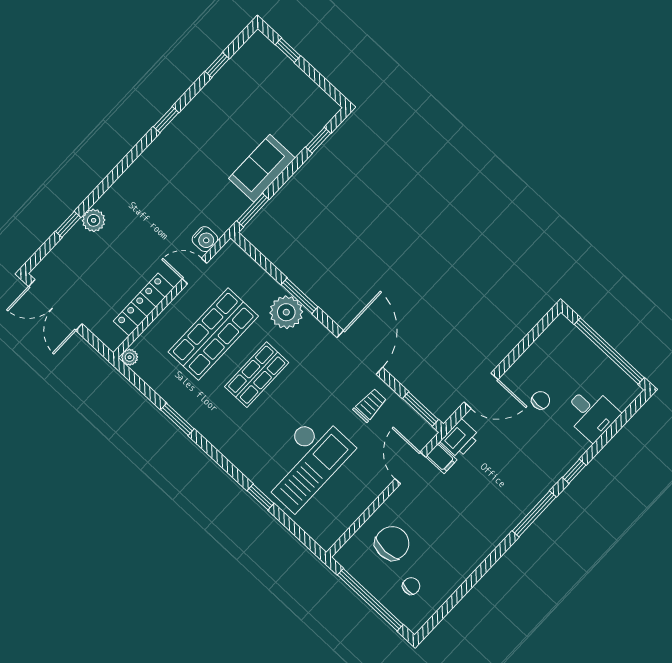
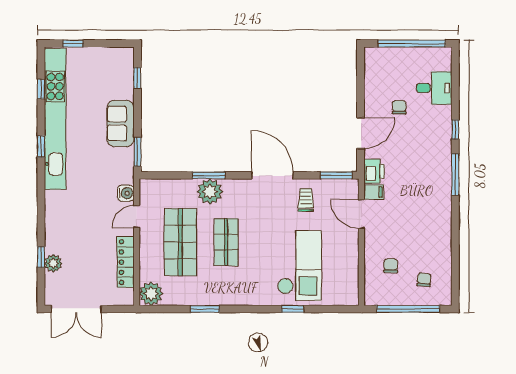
kitchen unit: (204, 106) -> (55, 119), added
plant: (94, 220) -> (53, 263), moved
plant: (130, 357) -> (151, 294), width x1.87, depth x1.87
chair: (392, 543) -> (391, 266), width x0.54, depth x0.54

